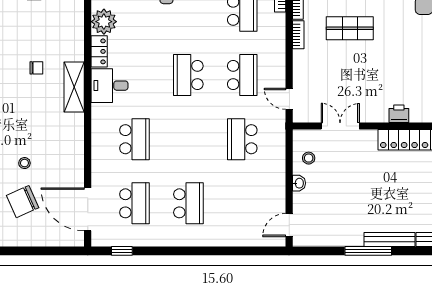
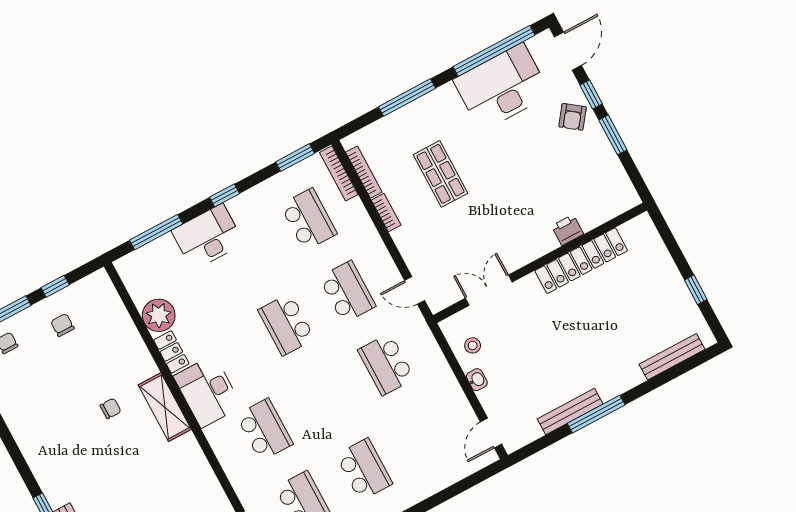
shop shelf: (350, 28) -> (440, 174), turned 90
desk: (109, 86) -> (208, 391), width x1.37
printer: (399, 114) -> (568, 230), moved
bench: (389, 239) -> (570, 411), moved

